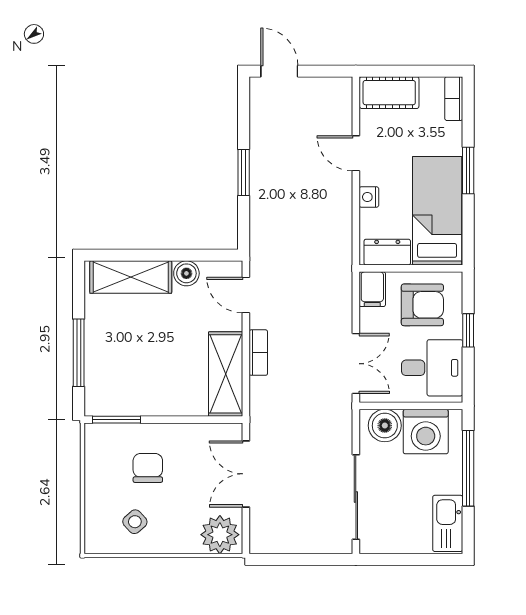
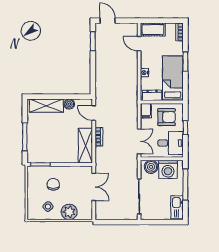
door: (356, 153) -> (139, 44), moved
window: (244, 172) -> (93, 41), moved
double door: (246, 474) -> (94, 187), swing flipped
plant: (220, 535) -> (69, 212), moved

